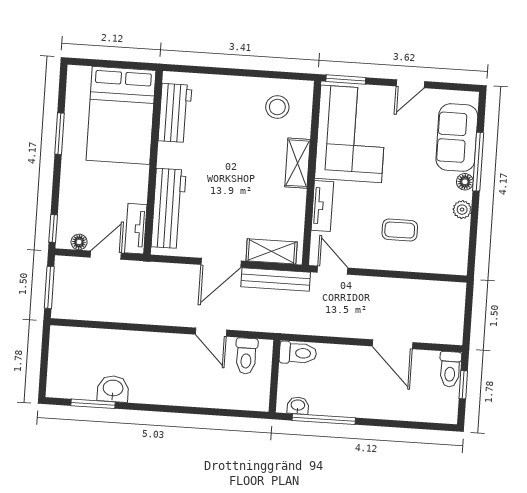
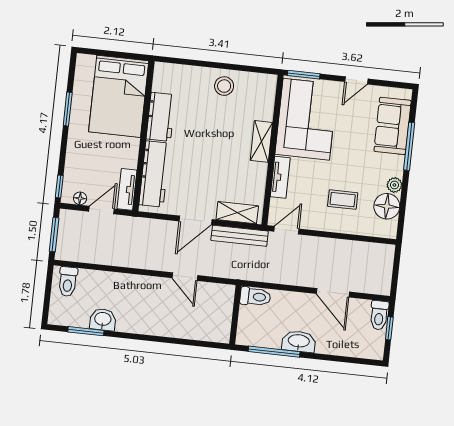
stool: (277, 107) -> (224, 86), moved
workbench: (175, 113) -> (161, 117), moved
floor lamp: (465, 182) -> (387, 206), moved, width x1.89, depth x1.89
door: (333, 270) -> (286, 230), hinge flipped
toilet: (246, 356) -> (68, 282), moved
washbasin: (298, 405) -> (299, 341), moved, width x1.91, depth x1.45

